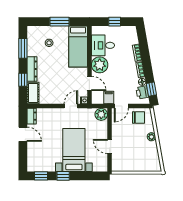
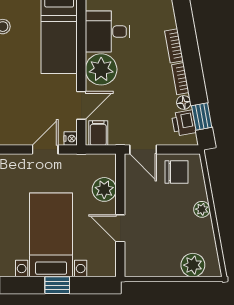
door: (89, 83) -> (81, 105), hinge flipped
filing cabinet: (109, 98) -> (98, 133), moved
door: (121, 106) -> (143, 150), hinge flipped
plant: (101, 114) -> (104, 189), moved
plant: (147, 165) -> (193, 265), added
window: (63, 176) -> (57, 285), moved

